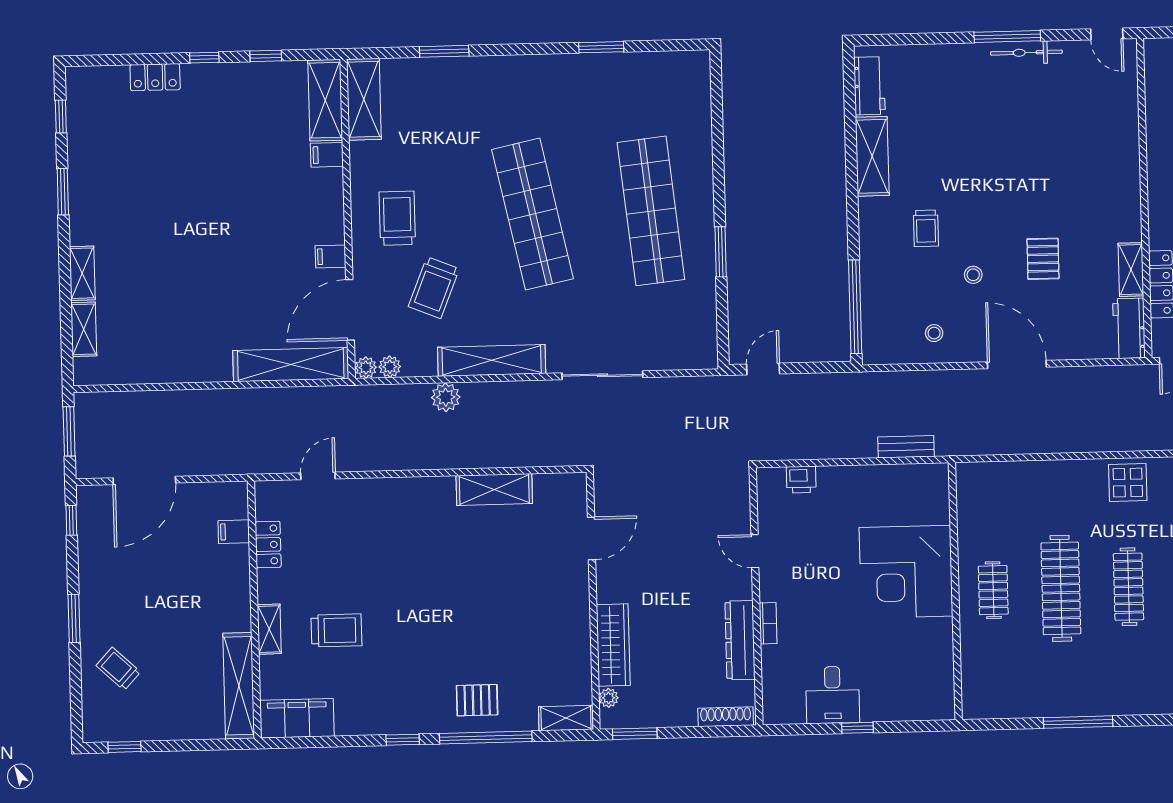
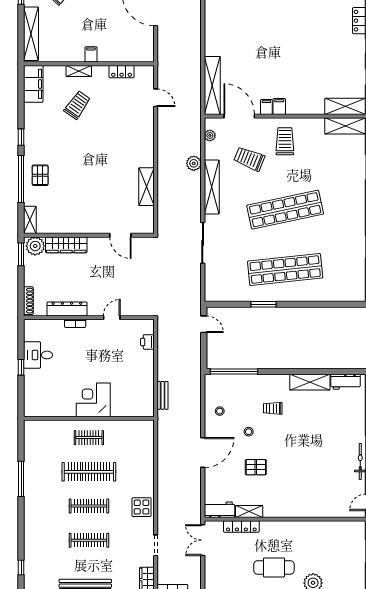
filing cabinet: (327, 155) -> (279, 106), moved
trolley: (397, 218) -> (285, 141), turned -90
plant: (366, 368) -> (210, 123), removed
filing cabinet: (234, 532) -> (91, 54), moved
corner desk: (906, 572) -> (93, 400), width x0.74, depth x0.74
trolley: (336, 630) -> (77, 105), turned -145
shelving: (239, 686) -> (31, 34), moved, turned 90
plant: (609, 698) -> (35, 246), width x1.88, depth x1.88

